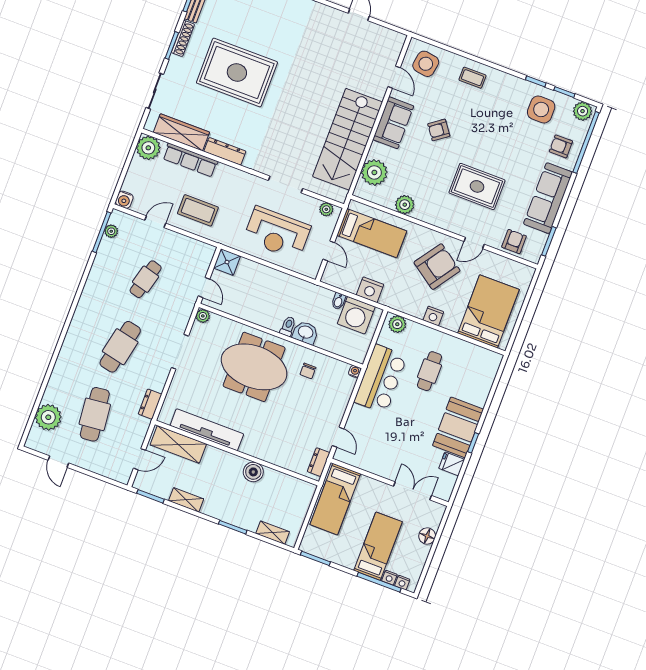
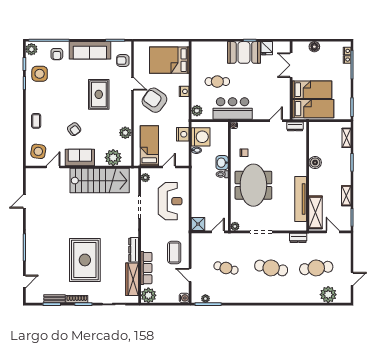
bed: (378, 546) -> (312, 90), moved, turned 180

